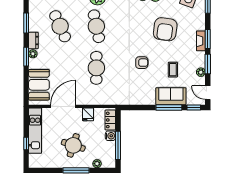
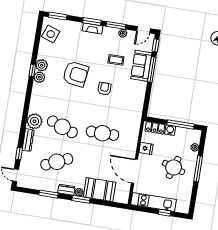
cafe table: (96, 26) -> (62, 127), turned 33
armchair: (165, 29) -> (76, 74), moved
booth: (39, 85) -> (100, 190), moved

